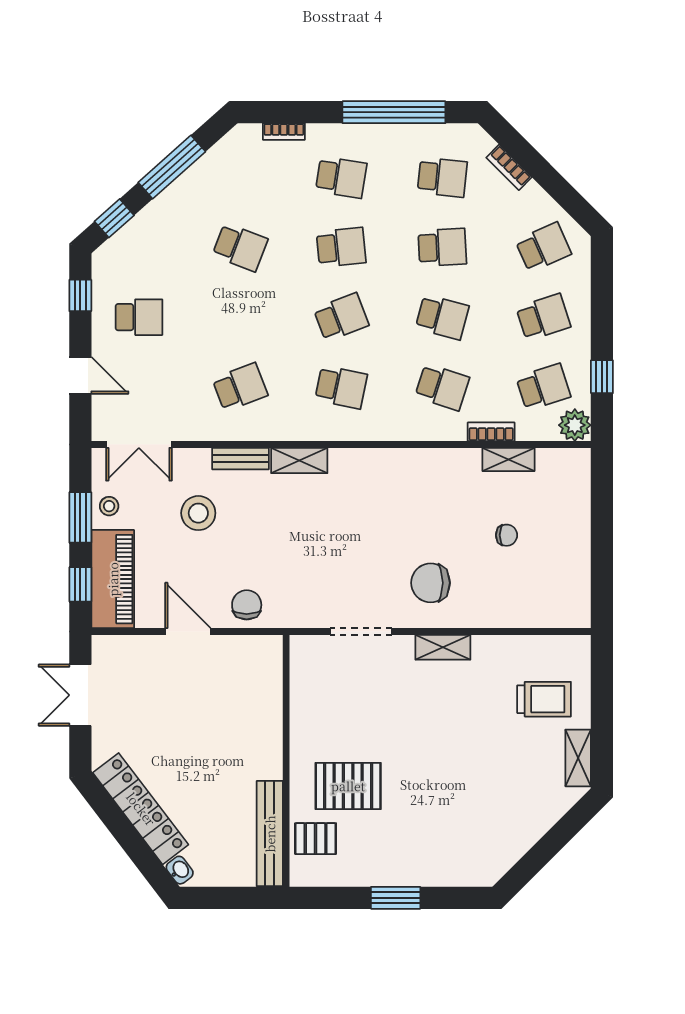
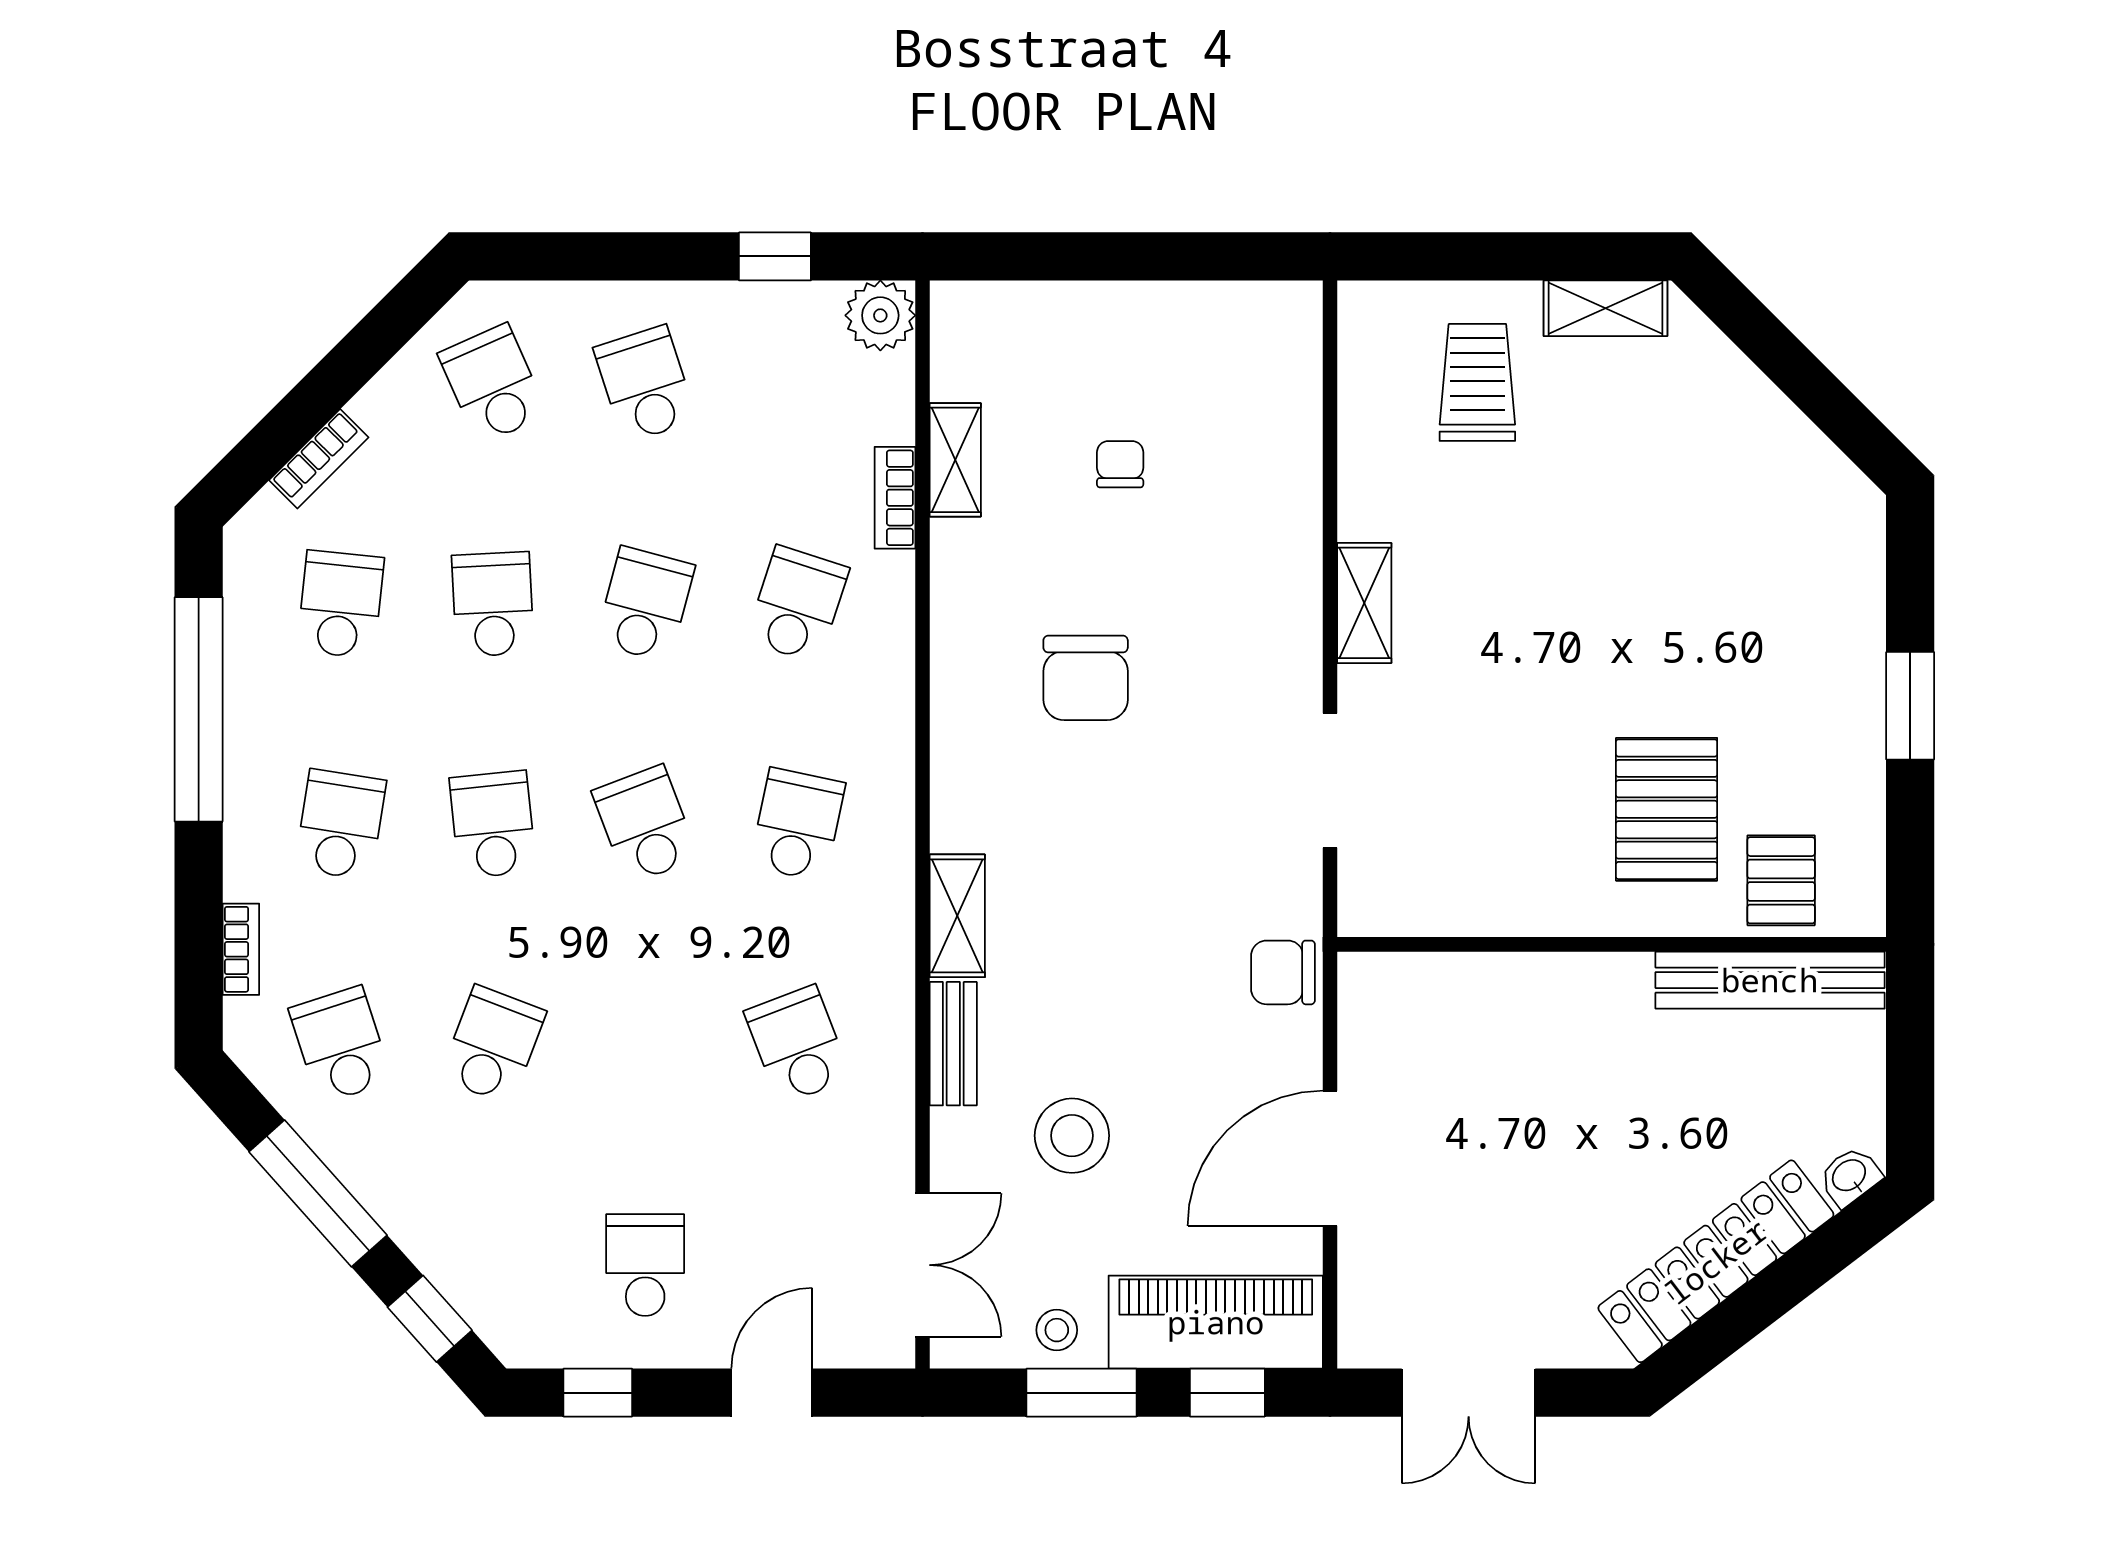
school desk: (543, 387) -> (340, 1045), moved
chair: (431, 583) -> (1086, 678), moved
chair: (247, 605) -> (1283, 972), moved
door: (188, 632) -> (1330, 1158), width x1.36

